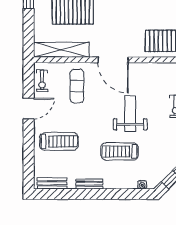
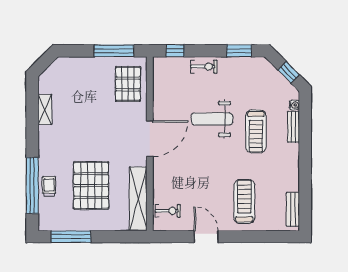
exercise bike: (42, 81) -> (168, 211), moved
exercise mat: (77, 86) -> (180, 181), removed
bench: (89, 184) -> (293, 127), moved

